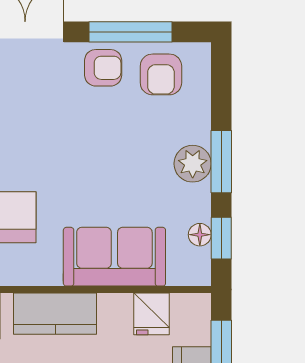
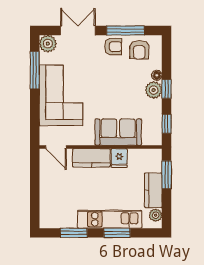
window: (221, 162) -> (167, 89), width x0.67
floor lamp: (200, 235) -> (157, 75), moved
fridge: (152, 314) -> (119, 158), moved

